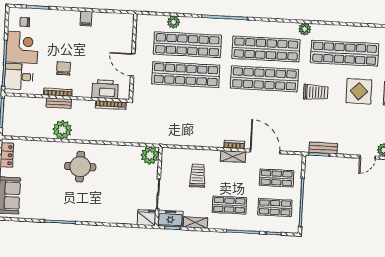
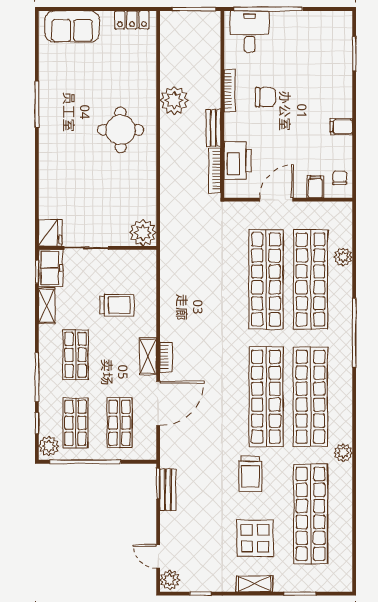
chair: (25, 22) -> (340, 178), moved
filing cabinet: (125, 38) -> (315, 187), added
corner desk: (22, 47) -> (293, 34), removed
bench: (59, 103) -> (213, 128), moved
plant: (290, 226) -> (49, 446), added

